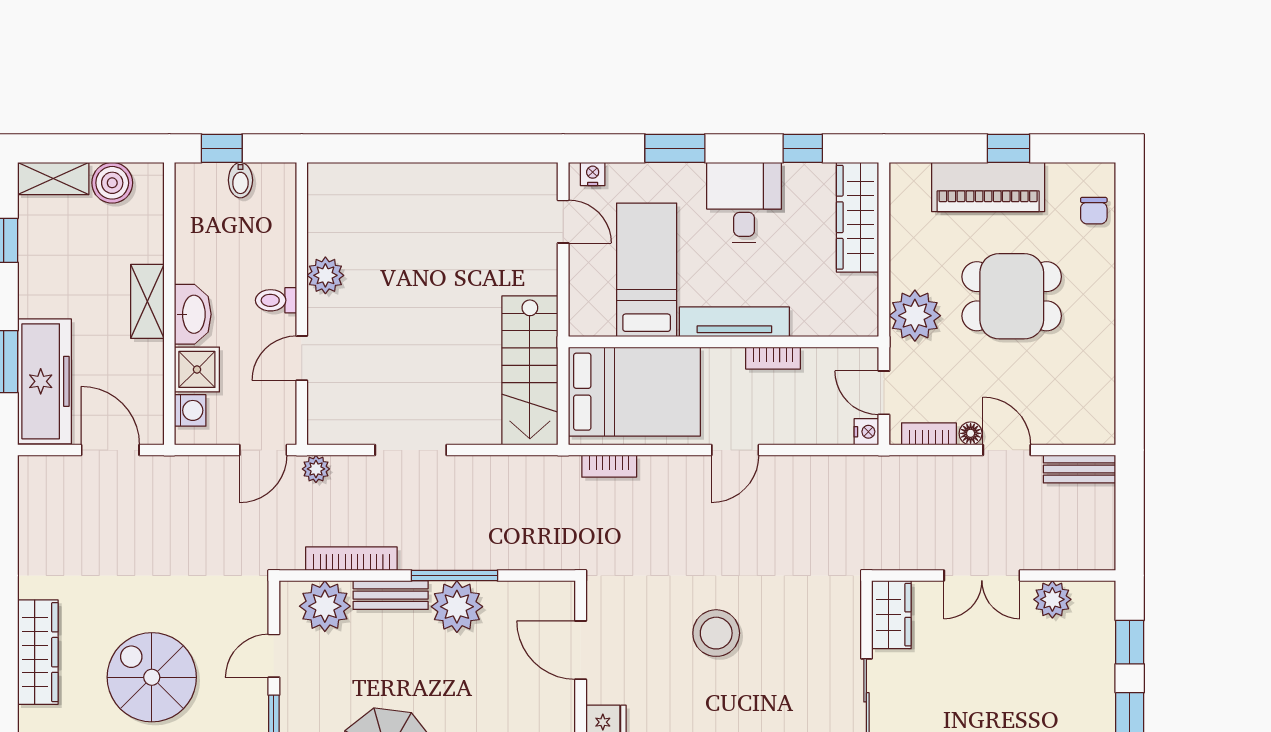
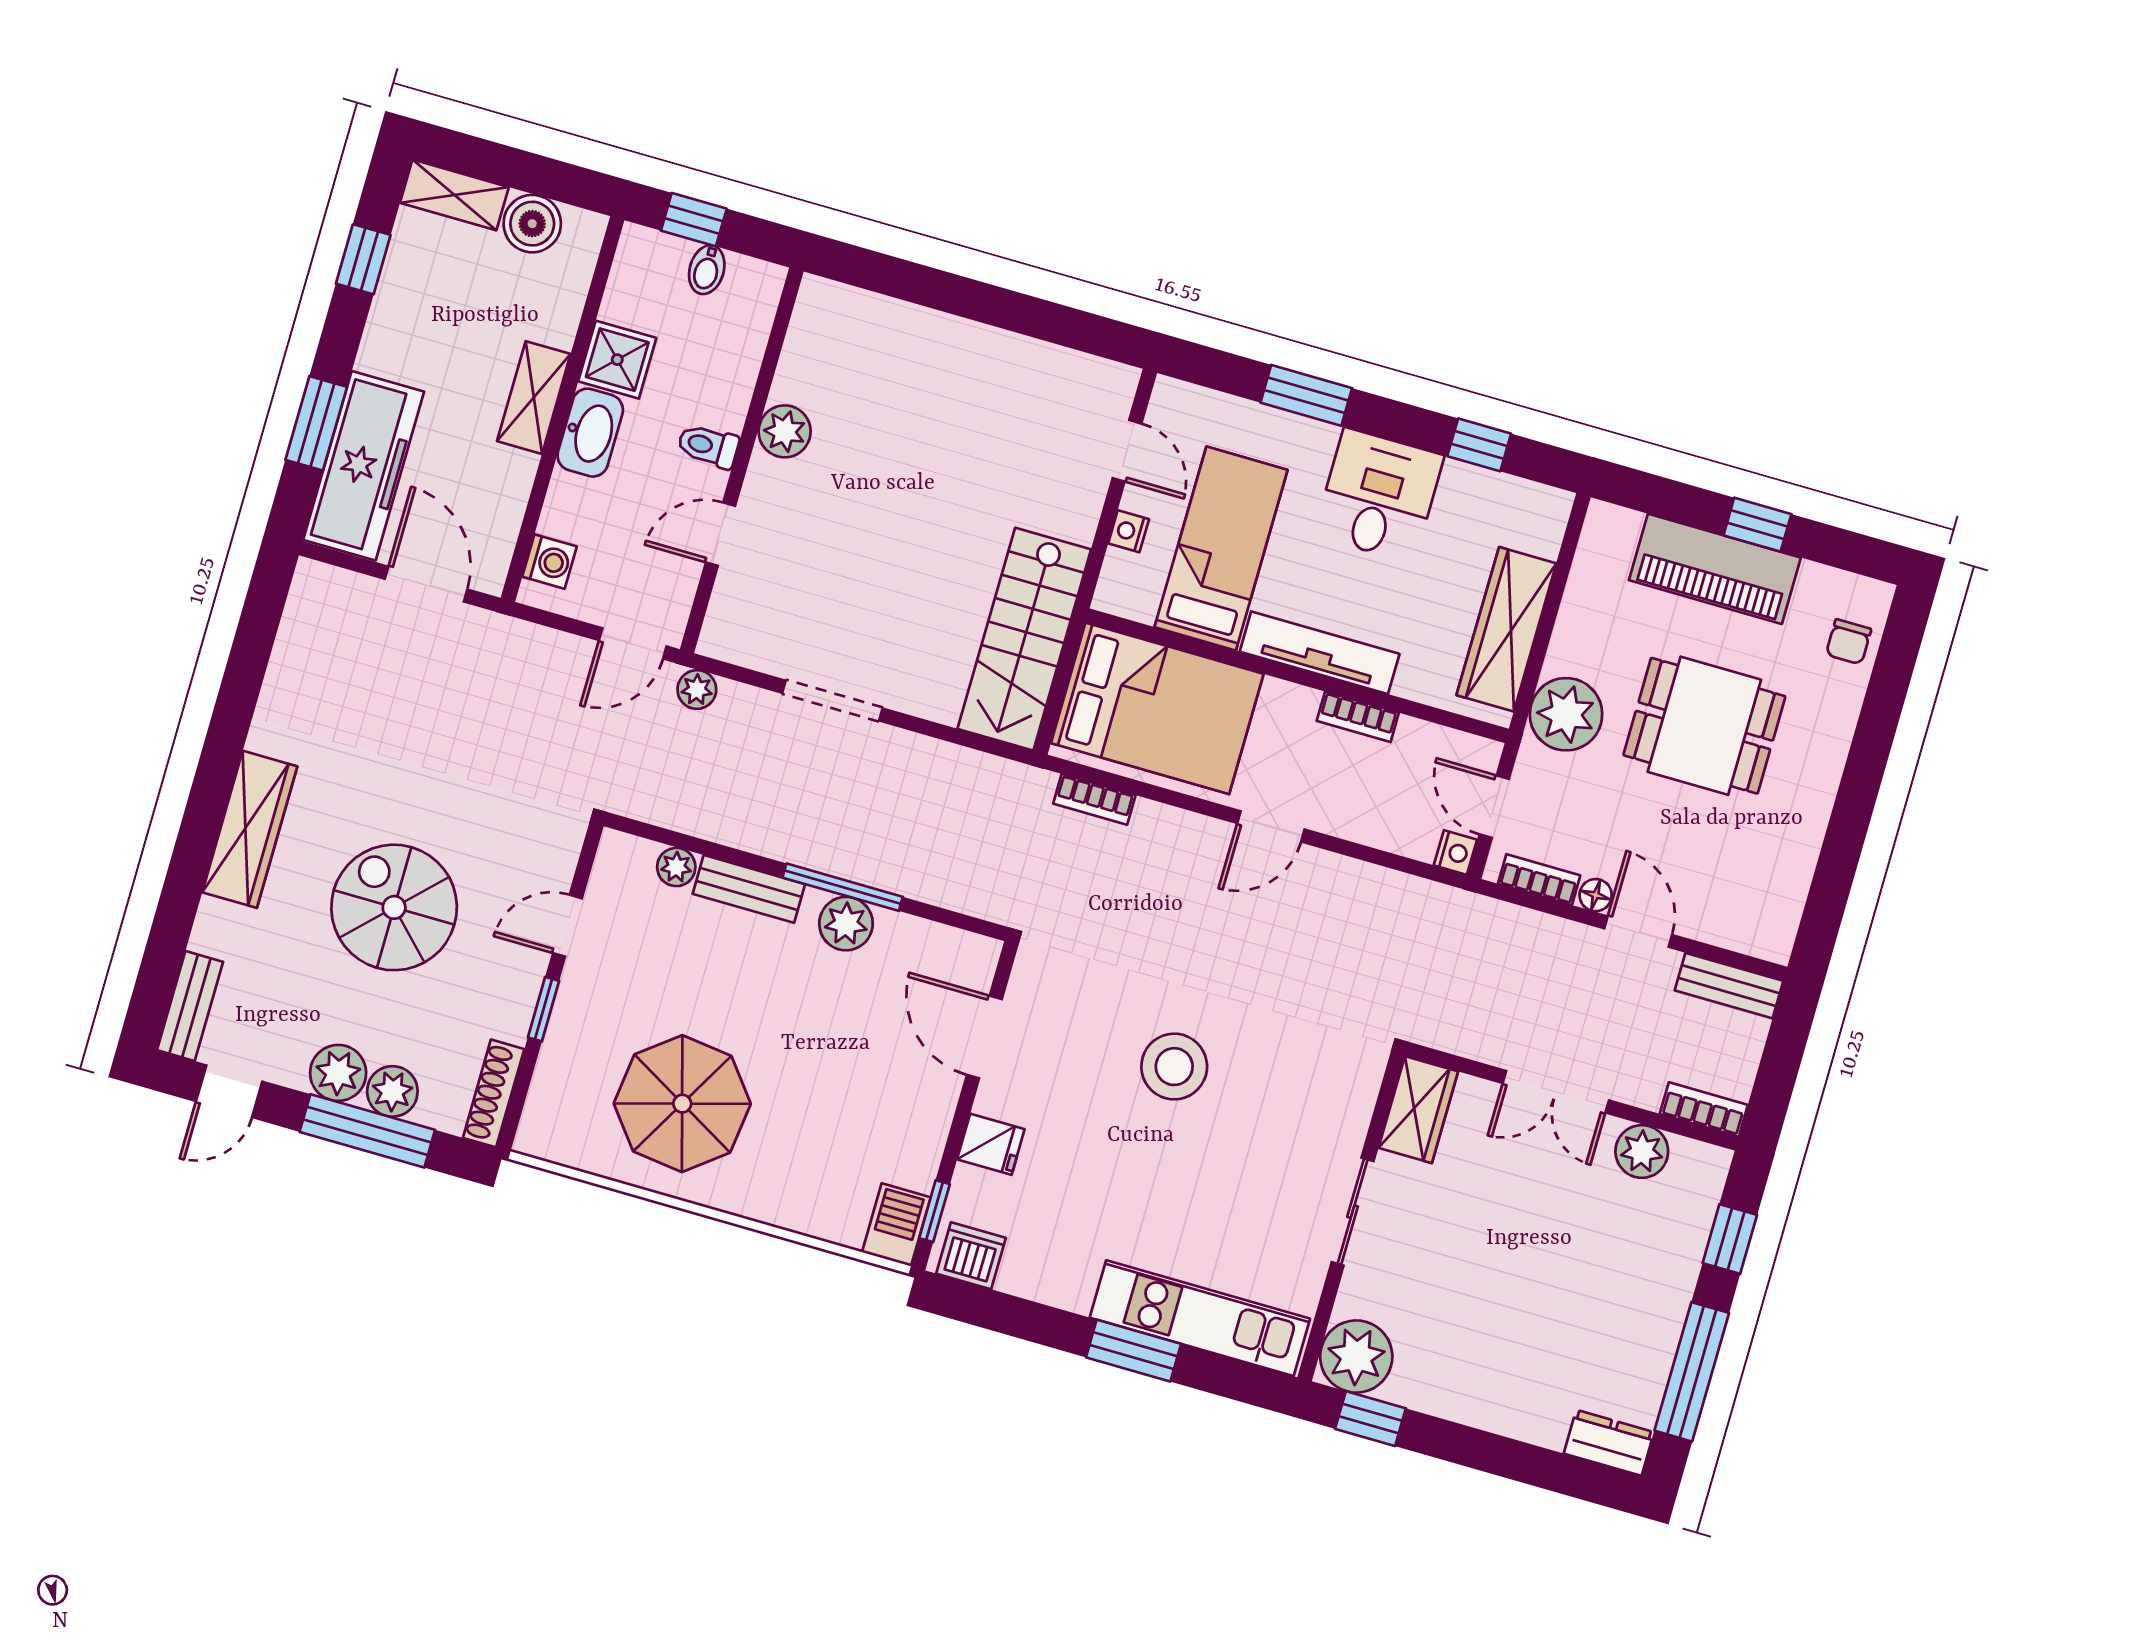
nightstand: (593, 174) -> (1129, 531), moved, turned -90
wardrobe: (857, 217) -> (1506, 629), moved
shower: (197, 369) -> (617, 360), moved
bookcase: (351, 559) -> (1704, 1109), moved, width x0.64
plant: (325, 606) -> (676, 867), width x0.53, depth x0.53
plant: (457, 607) -> (846, 924), width x0.73, depth x0.73

